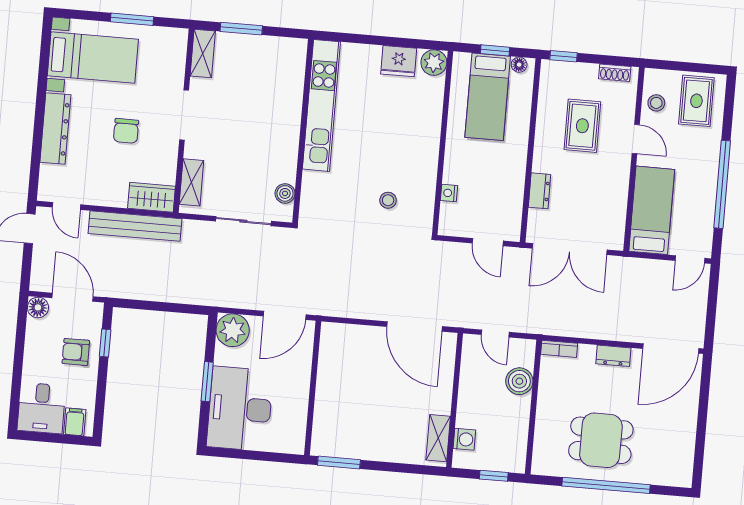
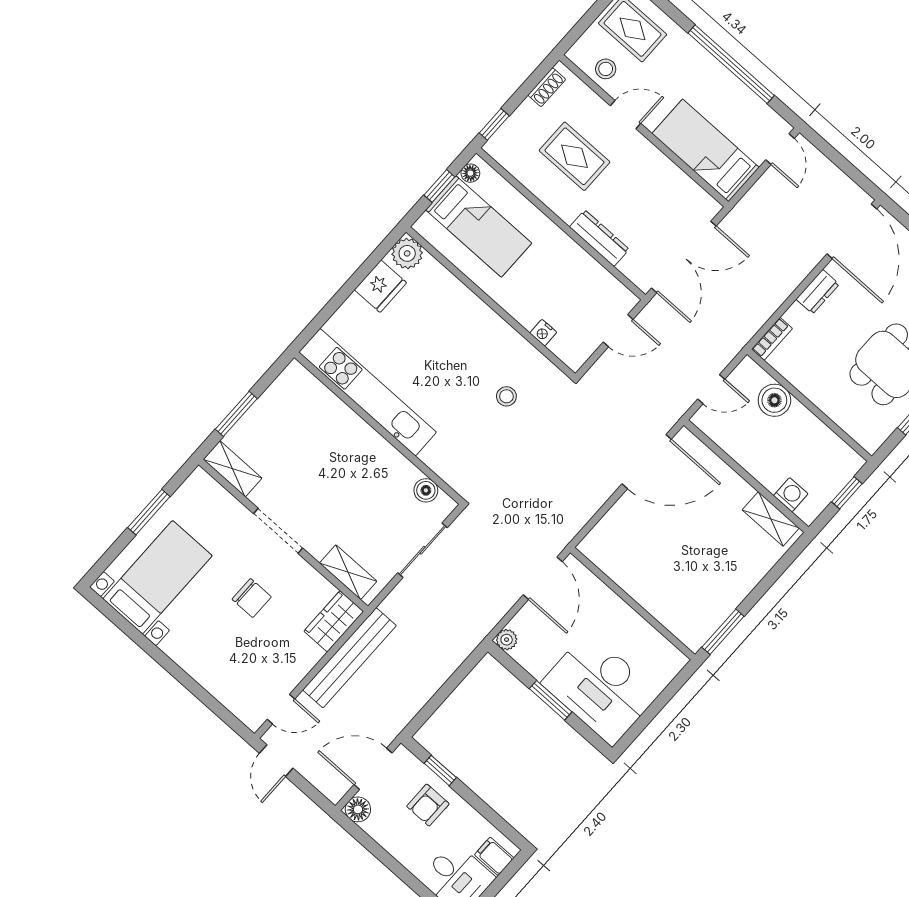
dresser: (55, 129) -> (199, 664), removed
dresser: (540, 191) -> (599, 238), width x1.44
plant: (233, 330) -> (507, 640), width x0.53, depth x0.53

